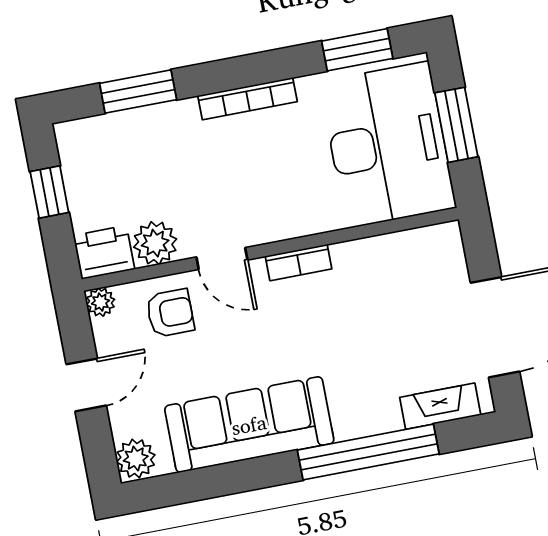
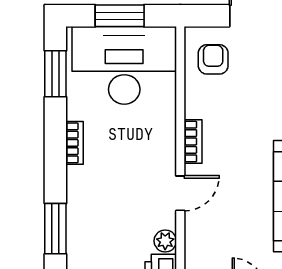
bookcase: (247, 99) -> (75, 143), width x0.64
plant: (155, 243) -> (165, 241), width x0.73, depth x0.73
armchair: (170, 313) -> (213, 59), moved

